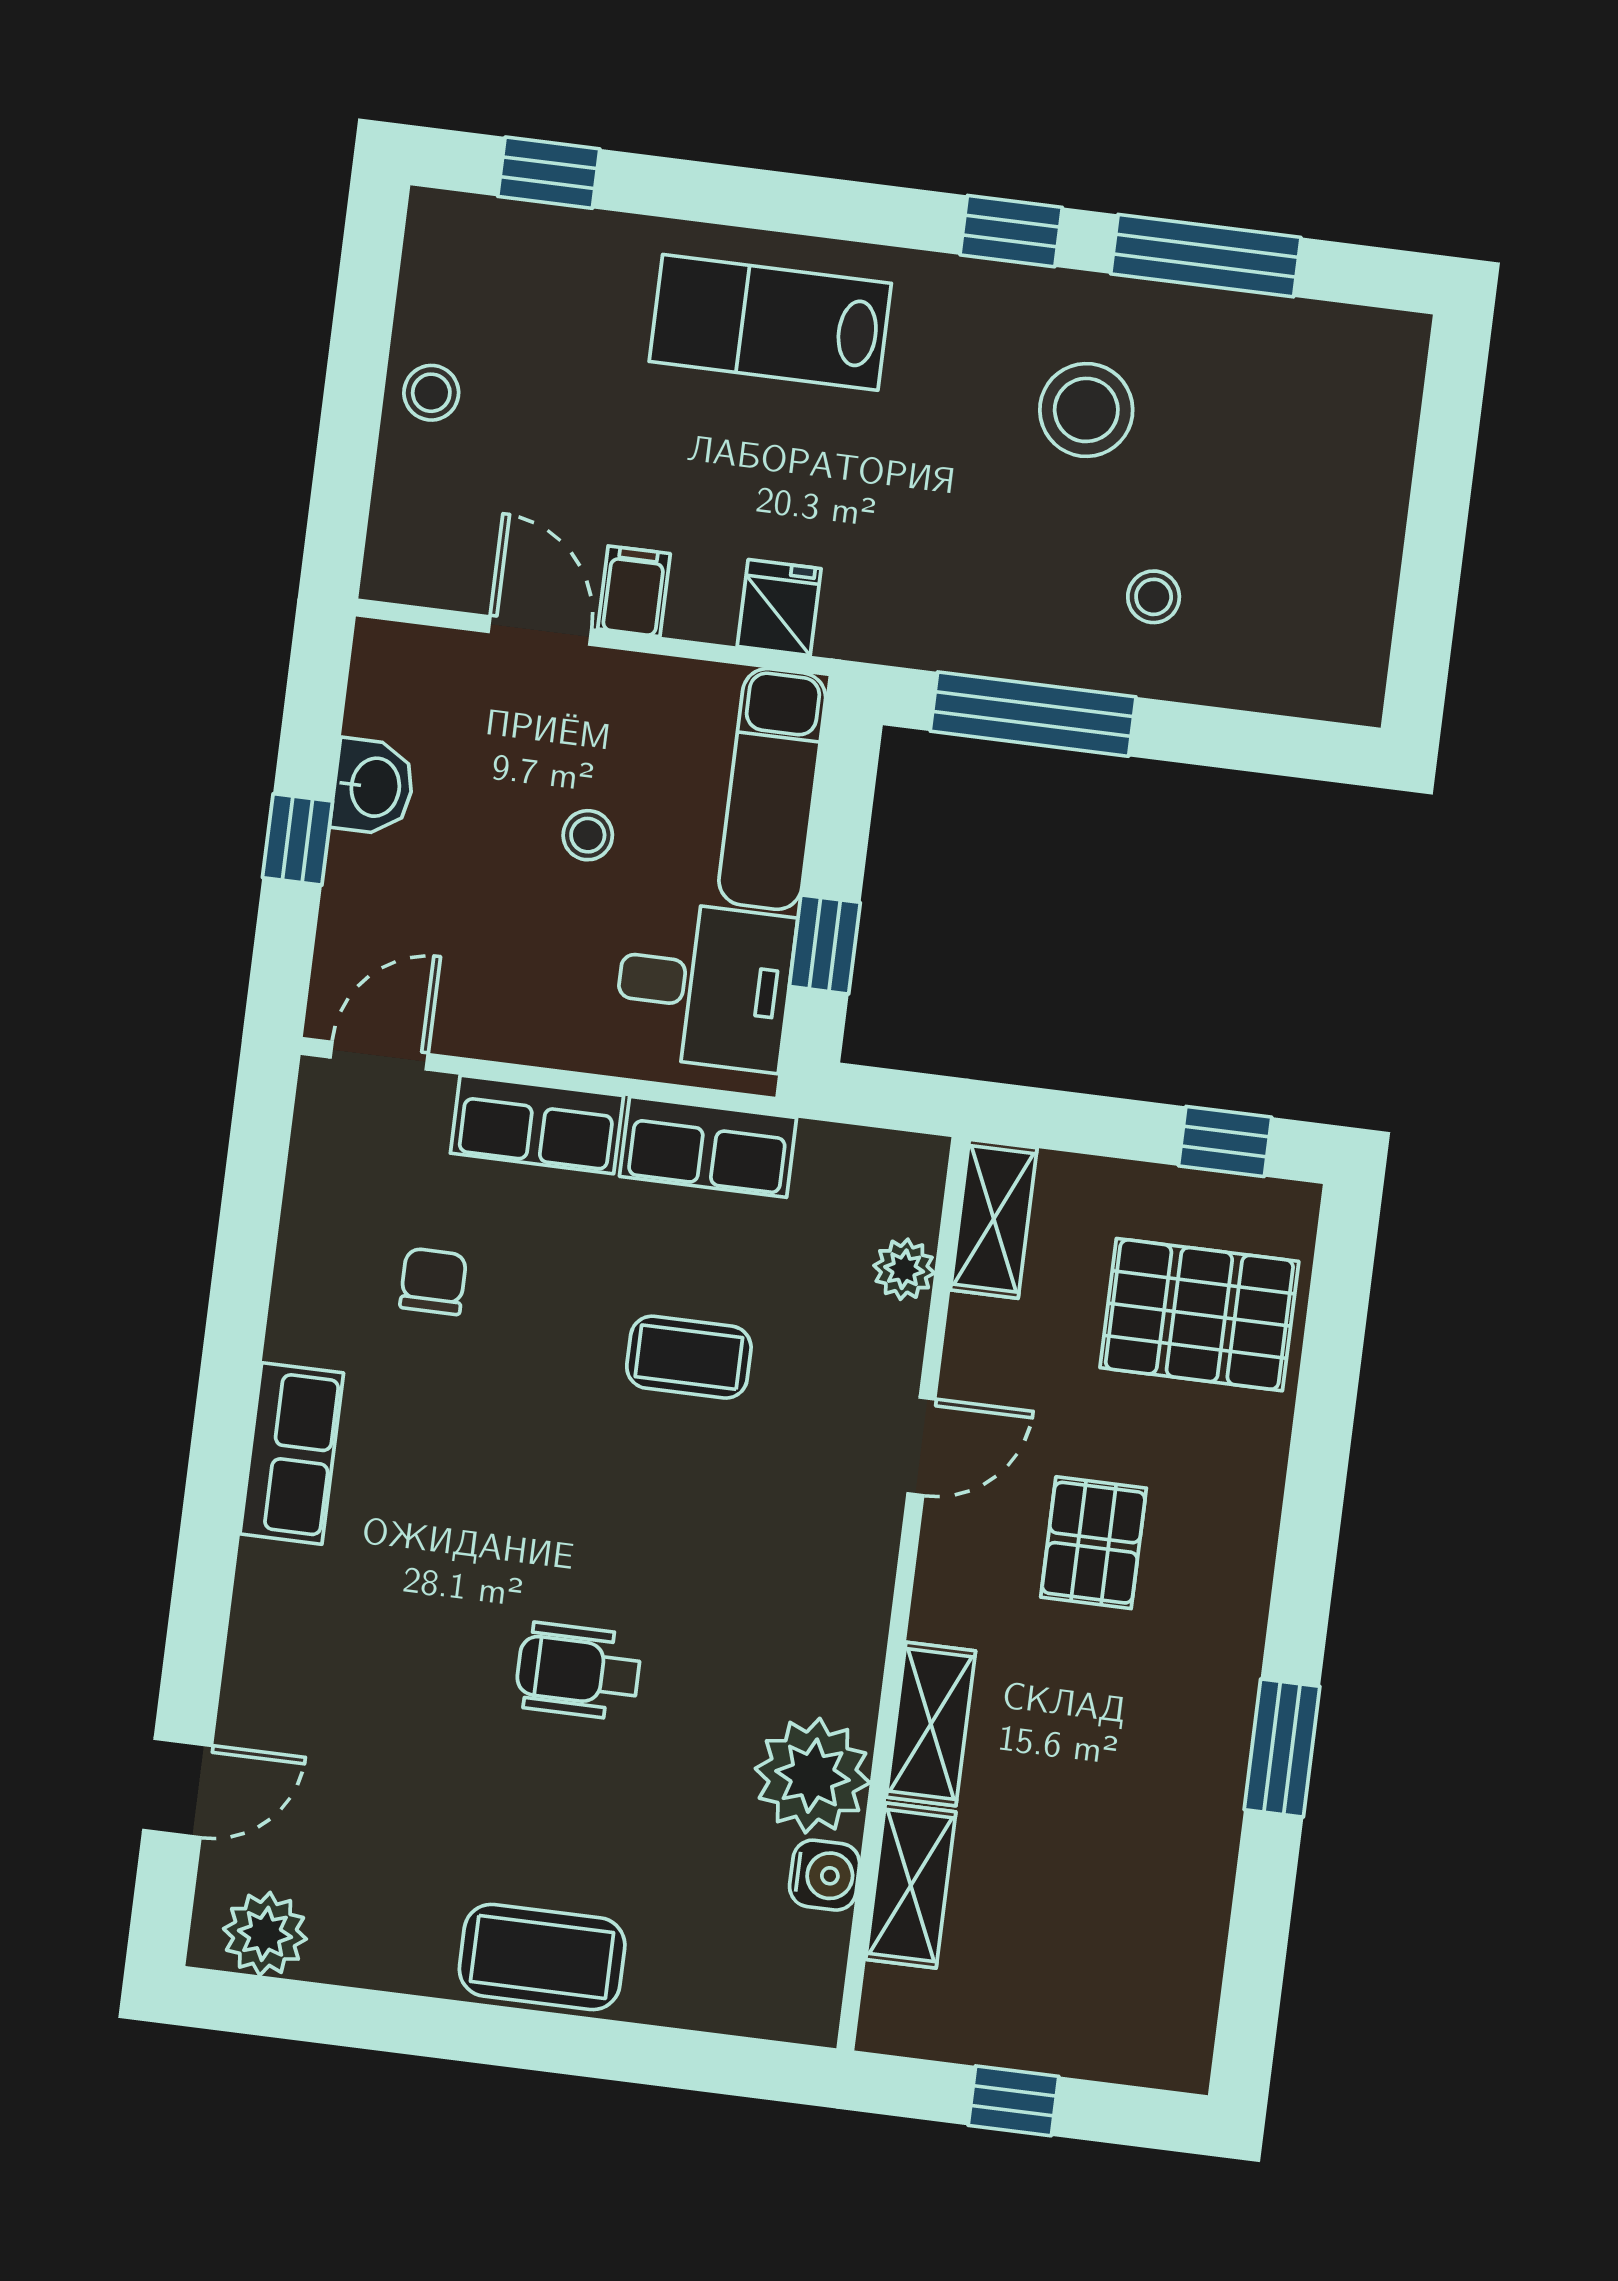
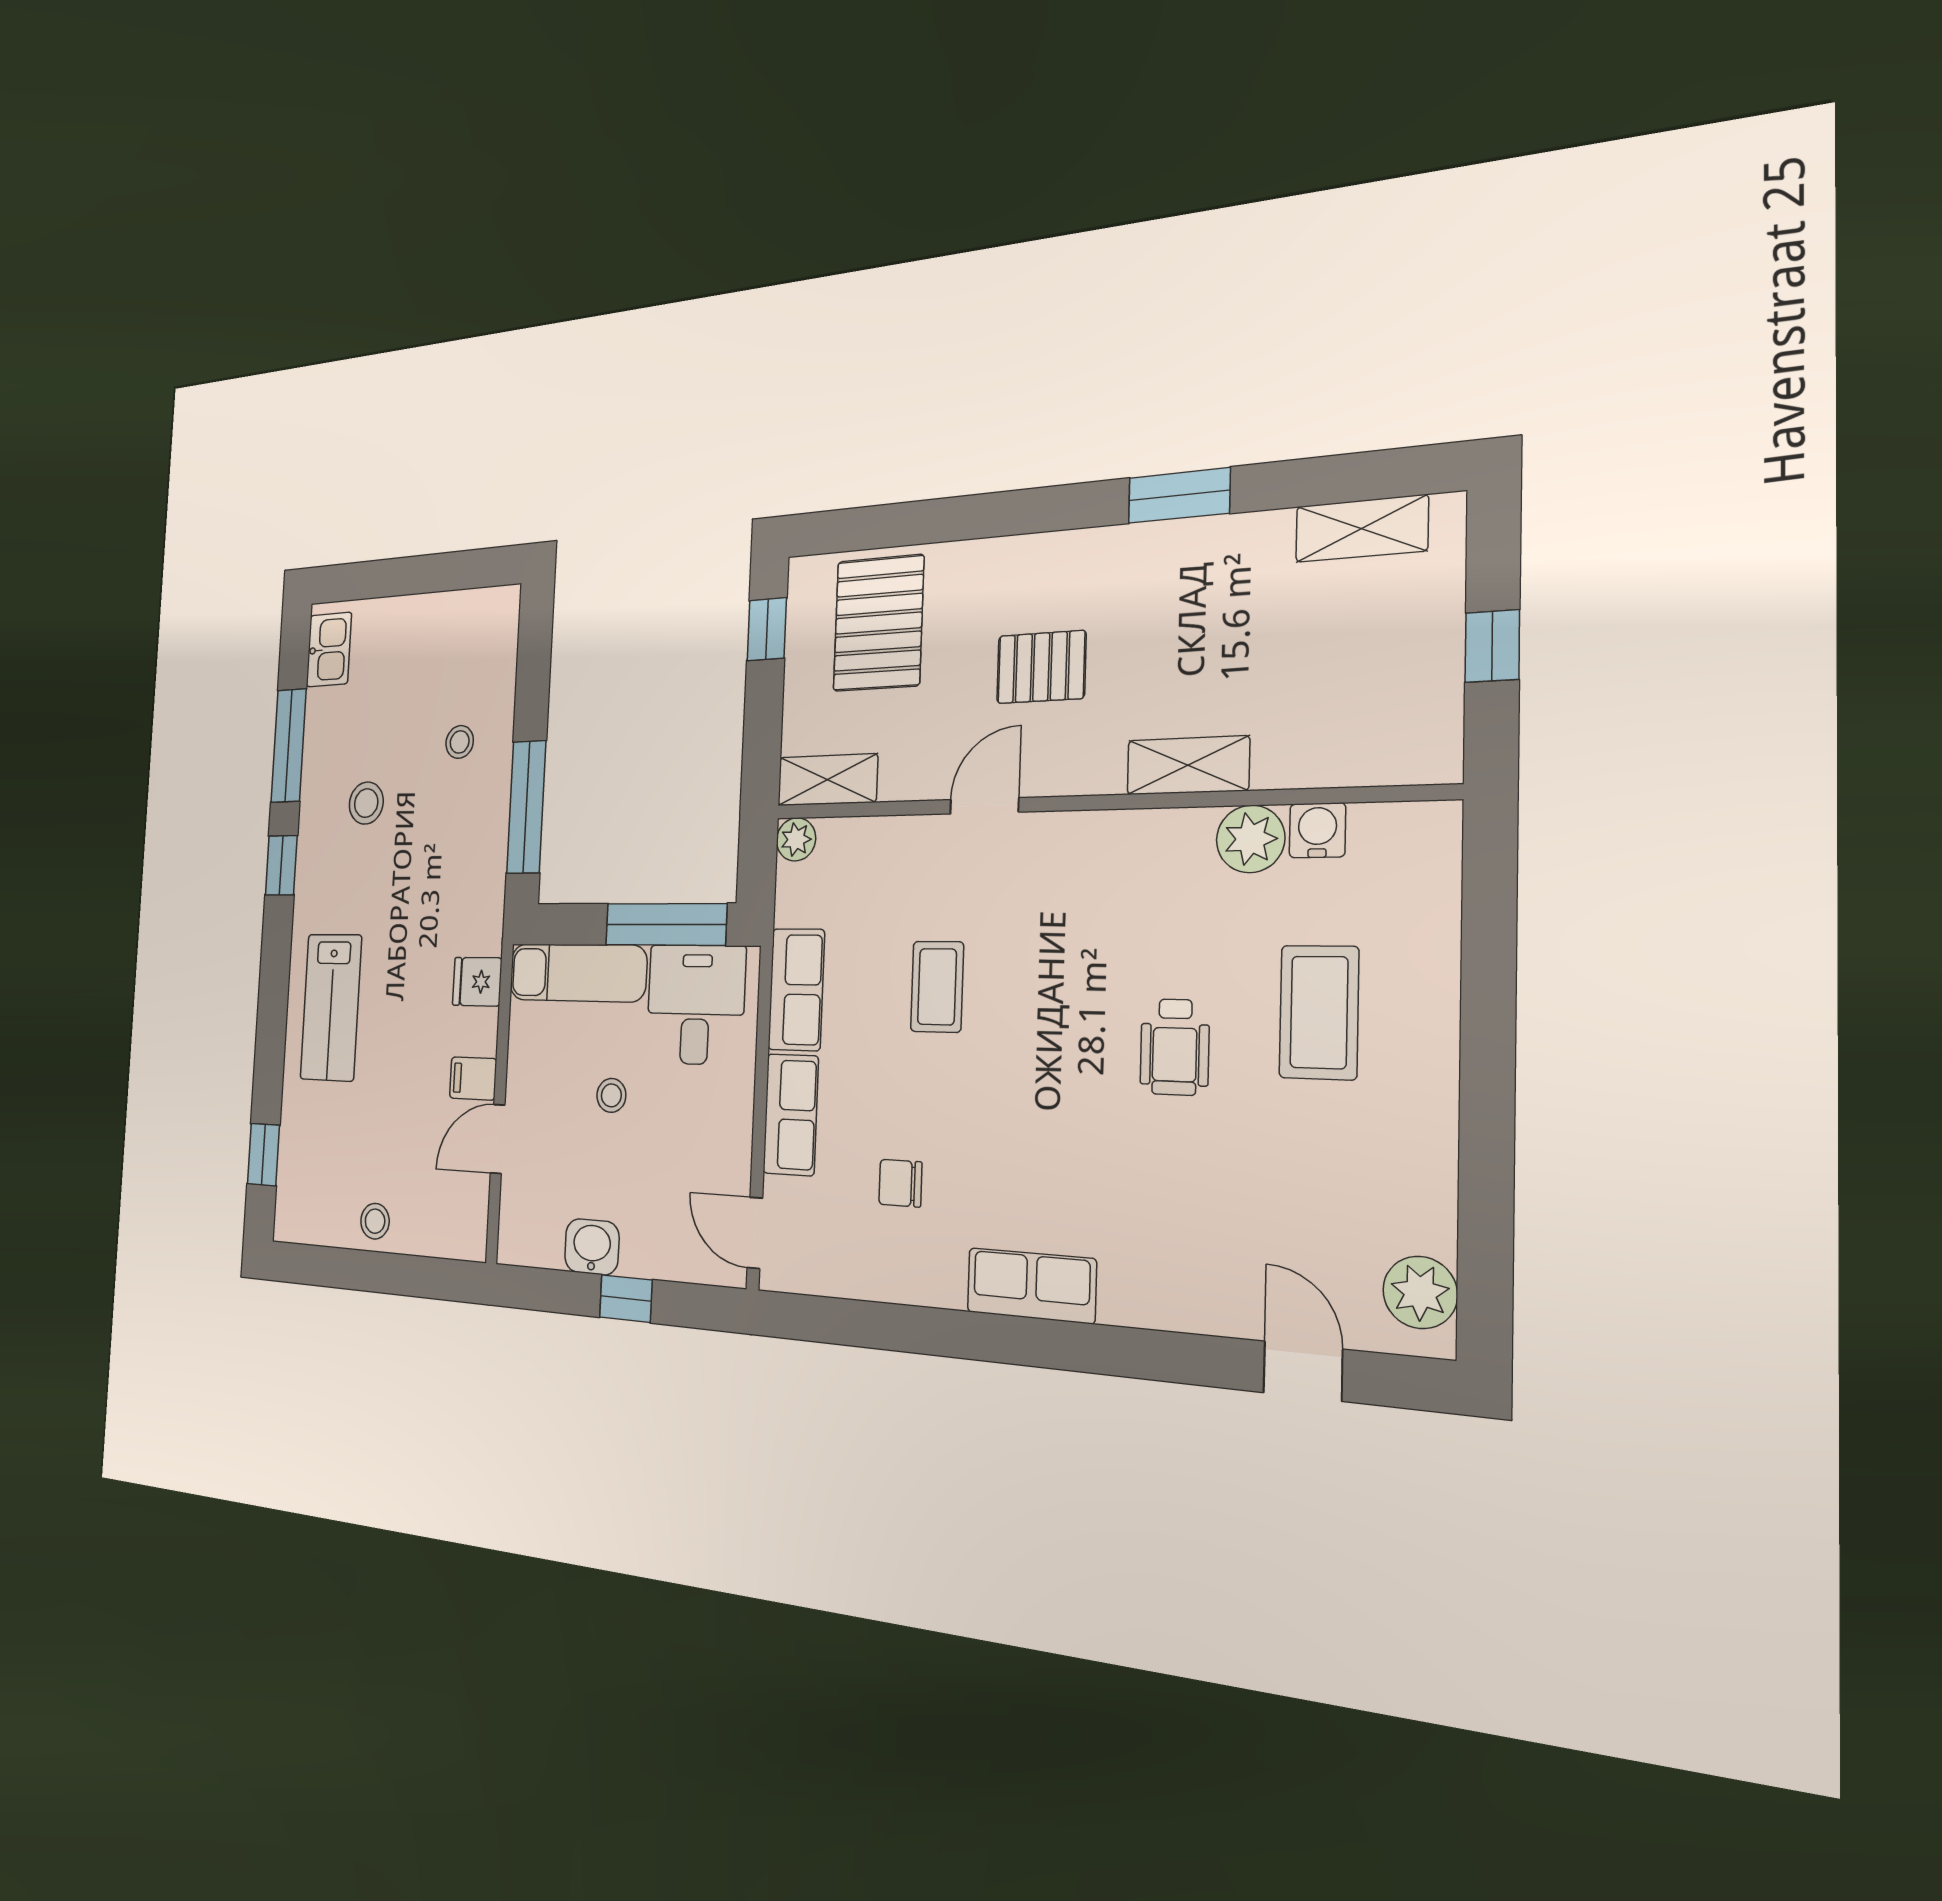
kitchen sink: (1349, 347) -> (329, 650), added
stool: (1086, 410) -> (366, 803), width x0.73, depth x0.73
window: (825, 944) -> (666, 924), width x2.17
plant: (904, 1269) -> (796, 839), moved
door: (921, 1446) -> (984, 806), hinge flipped
plant: (813, 1776) -> (1251, 839), width x0.73, depth x0.73
shelving: (911, 1886) -> (1361, 529), moved
coffee table: (542, 1957) -> (1319, 1012), moved

